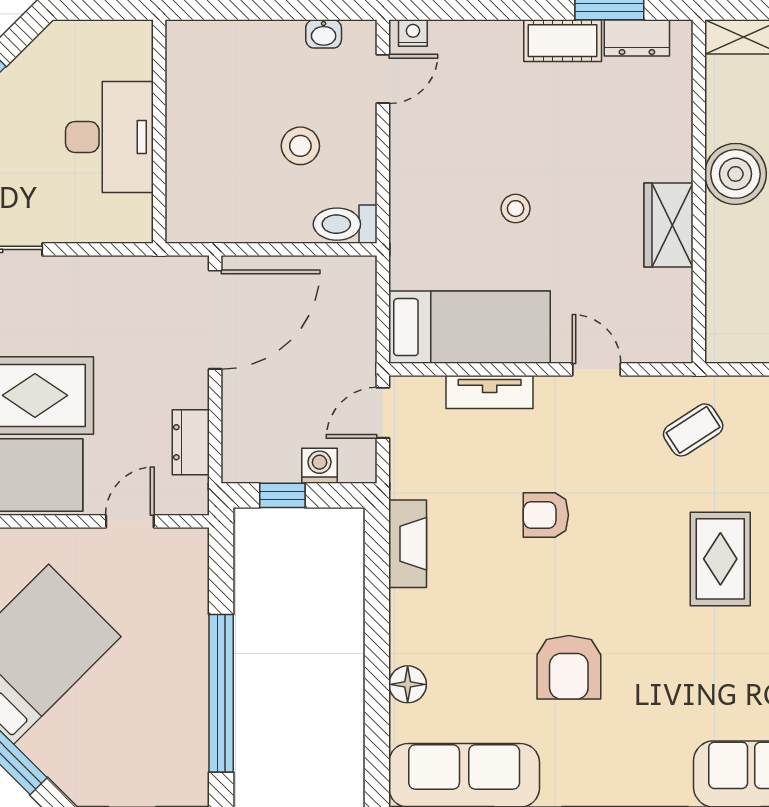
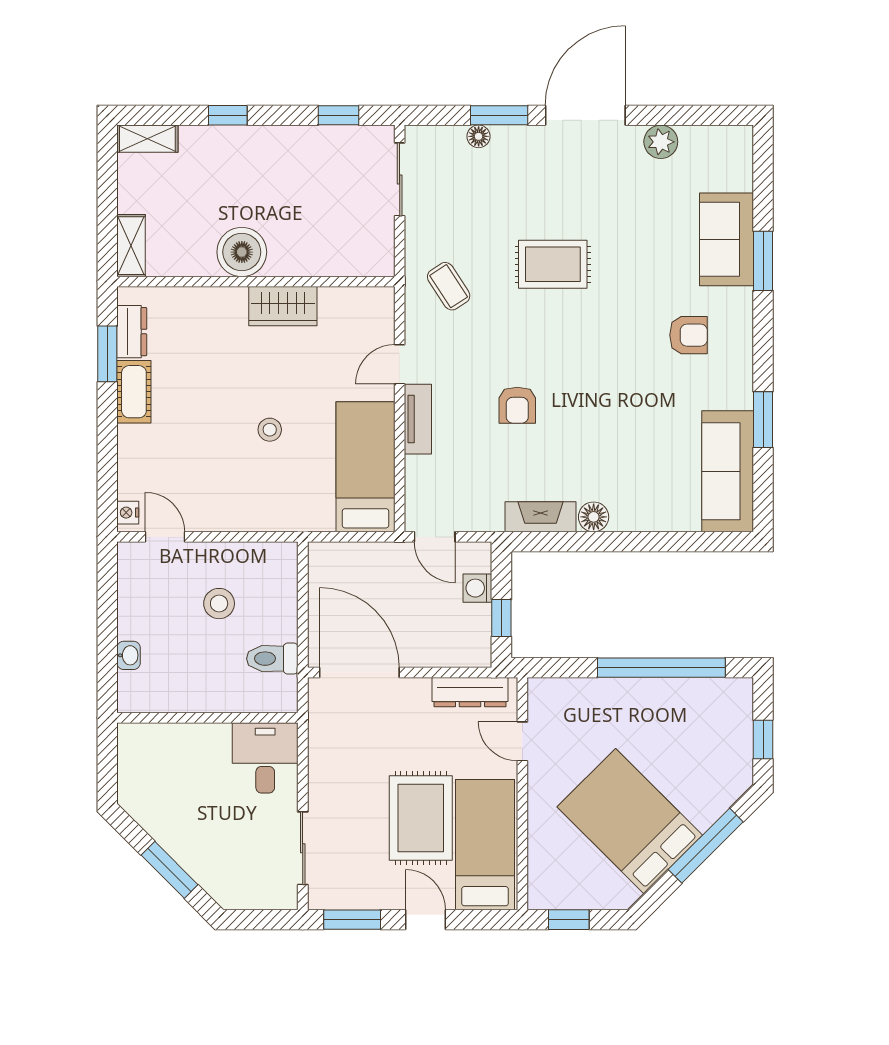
washbasin: (324, 34) -> (129, 655), moved
desk: (109, 137) -> (265, 758), moved, width x0.73
toilet: (345, 224) -> (272, 659), moved, turned 90
tv unit: (490, 392) -> (418, 419), moved
dresser: (191, 442) -> (470, 692), width x1.44
armchair: (569, 667) -> (689, 335), moved, width x0.72, depth x0.72
floor lamp: (408, 684) -> (594, 517), moved

